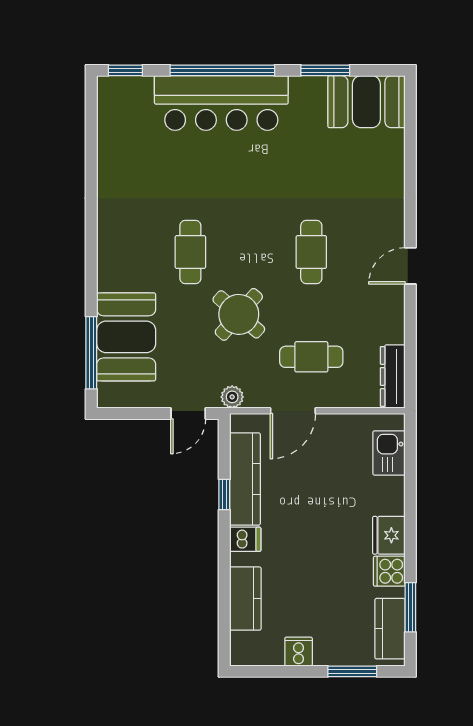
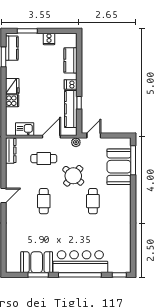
booth: (366, 102) -> (37, 262), moved
kitchen sink: (389, 453) -> (25, 129), moved, turned -90
cooker: (389, 571) -> (12, 101), moved

